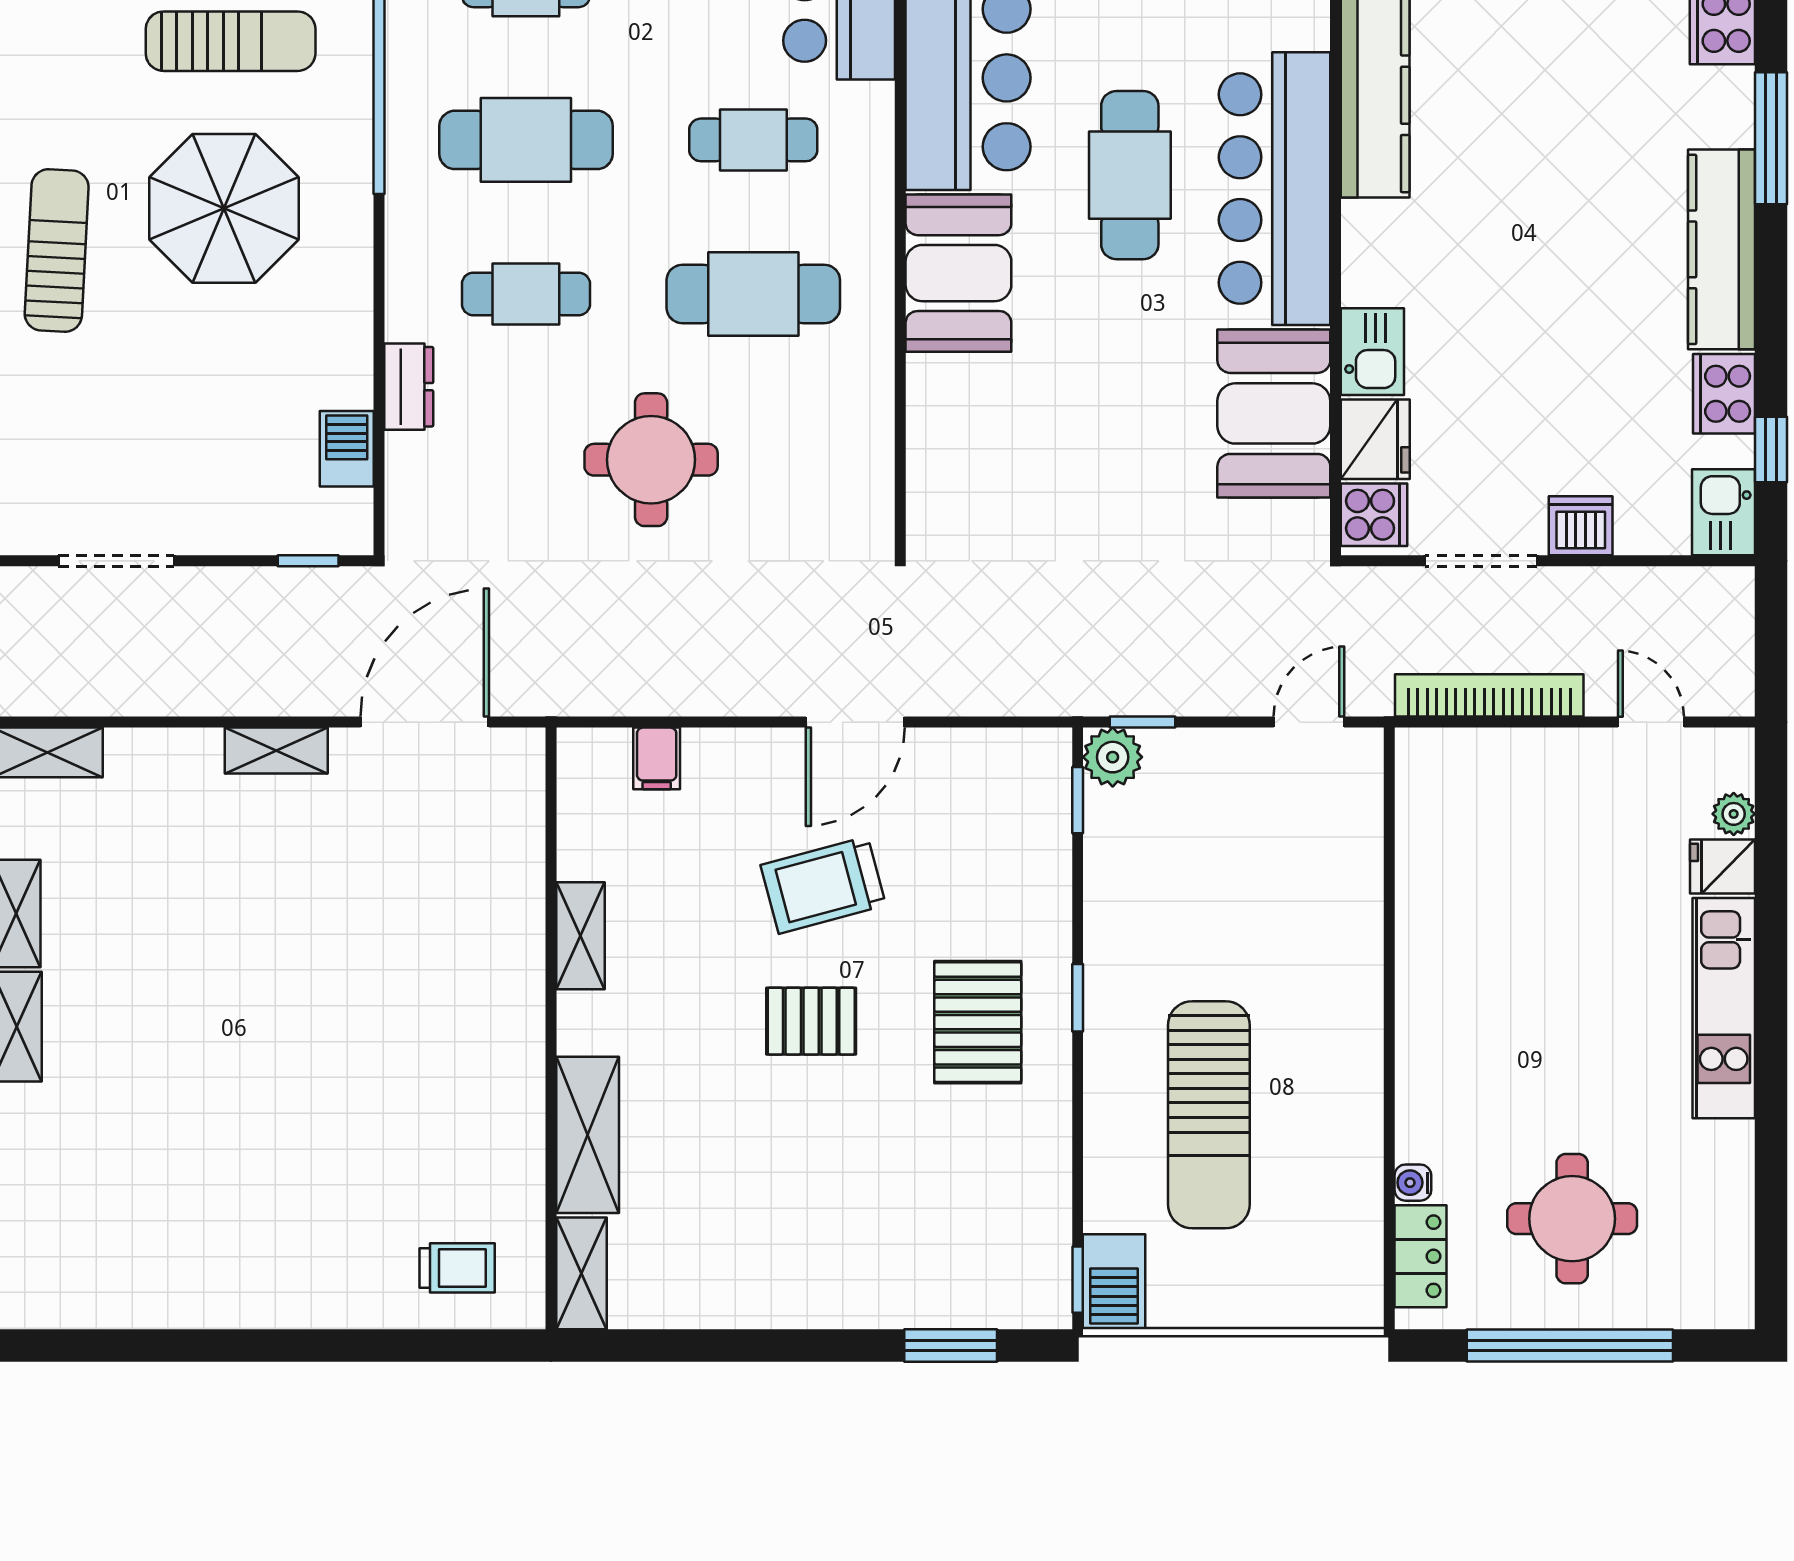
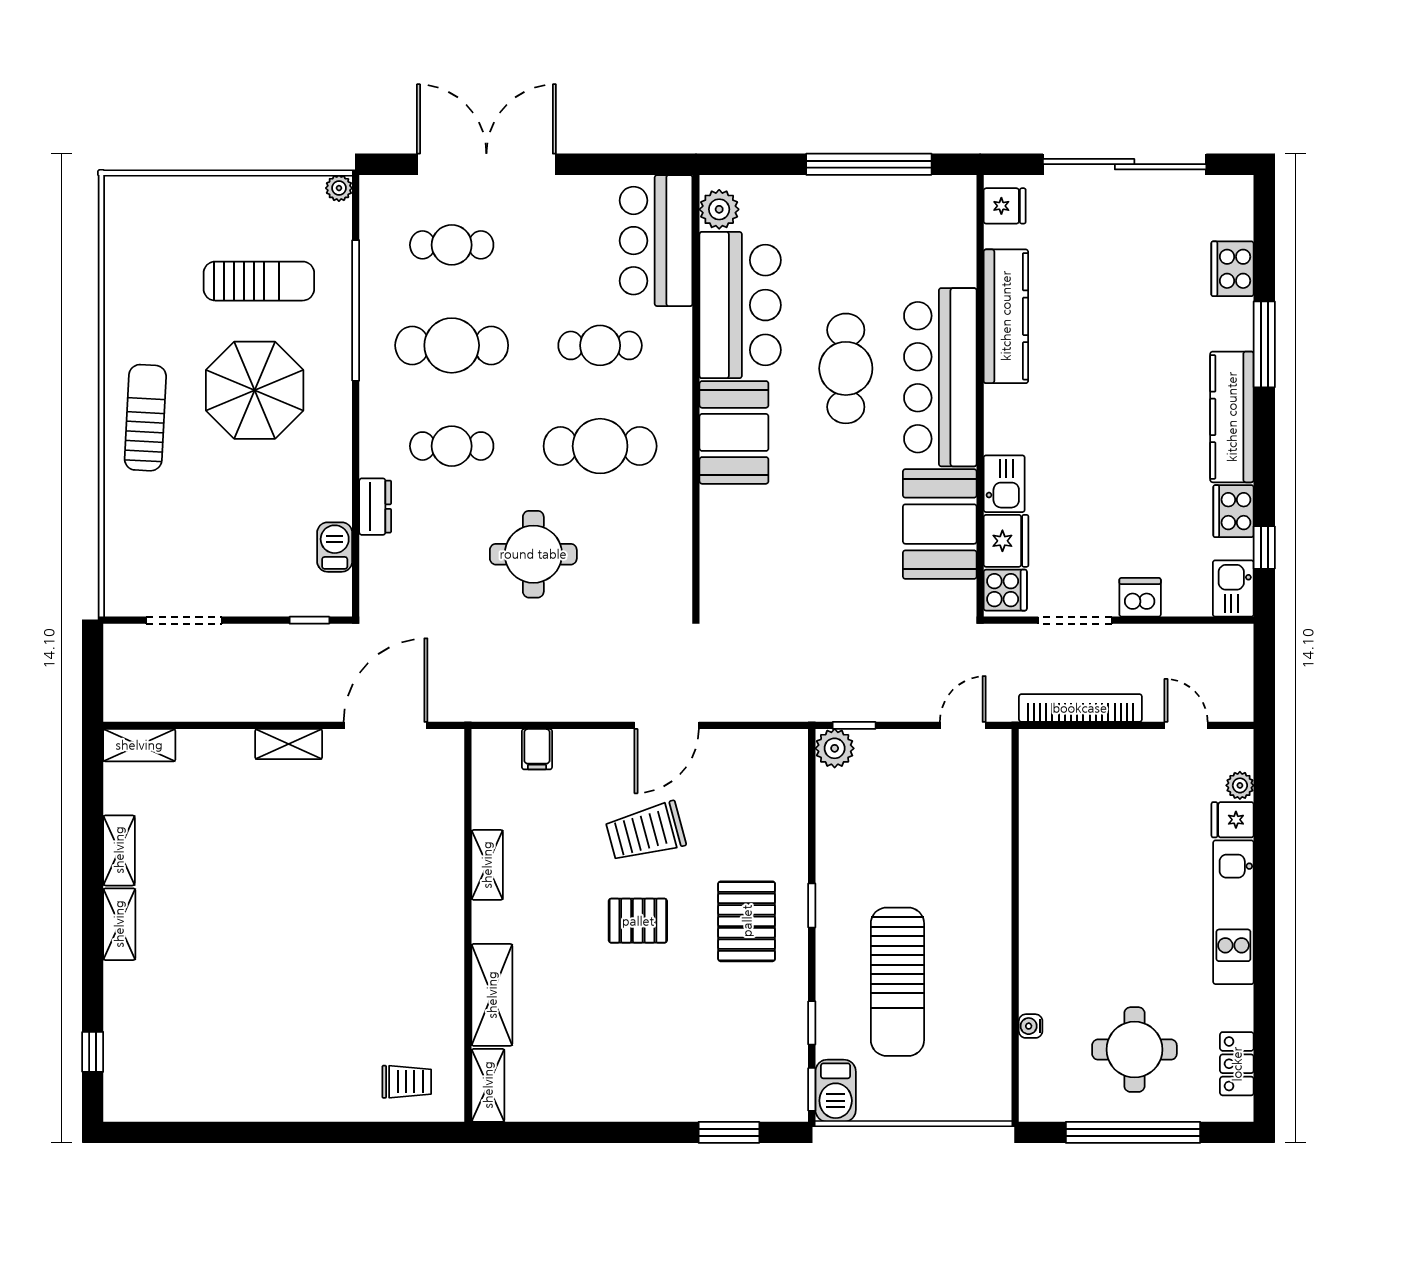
window: (1078, 800) -> (812, 1023), moved
locker: (1421, 1256) -> (1237, 1064), moved, turned 180

